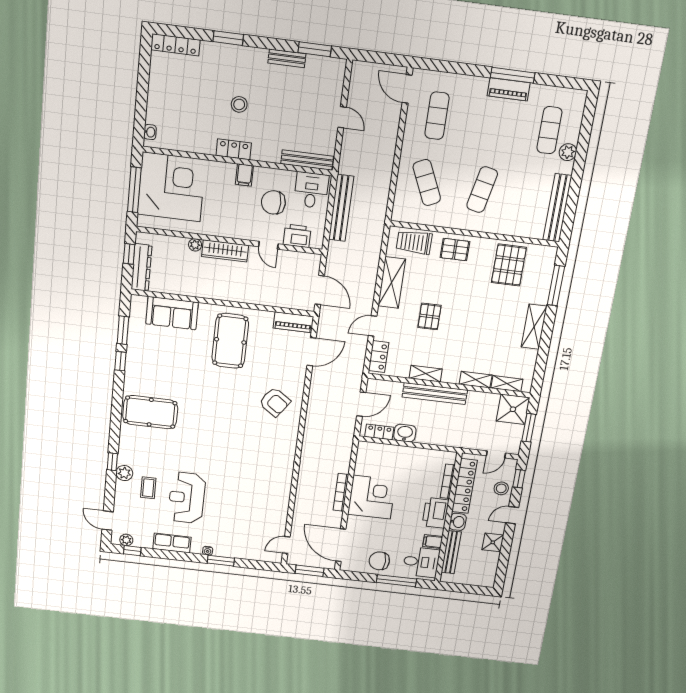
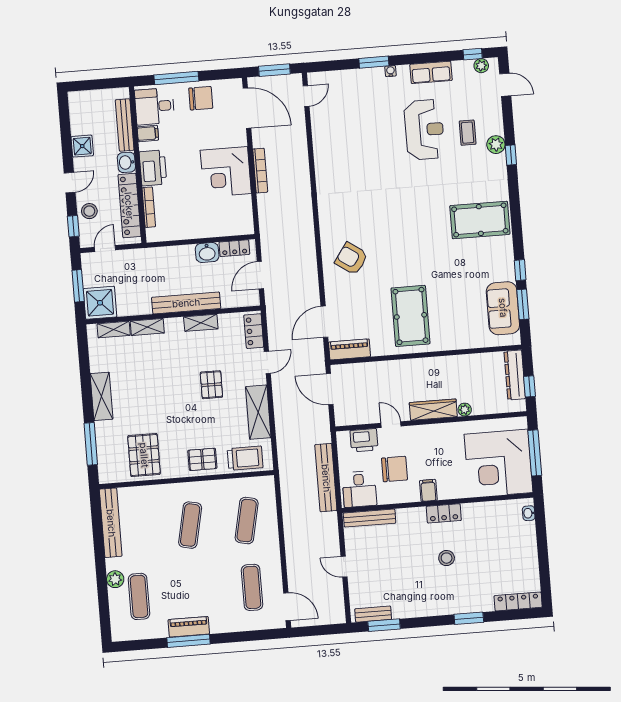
bench: (287, 58) -> (373, 614), moved
exercise mat: (427, 183) -> (247, 521), turned 36
sofa: (172, 313) -> (503, 308), moved, turned -90

